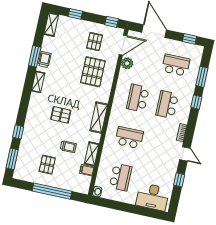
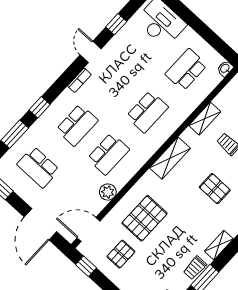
plant: (127, 63) -> (108, 192), moved
school desk: (129, 138) -> (147, 112), turned -90
filing cabinet: (87, 170) -> (222, 102), removed

